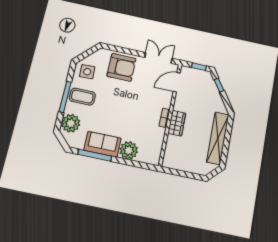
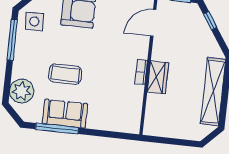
window: (65, 97) -> (12, 40), moved
coffee table: (82, 97) -> (65, 74), moved
plant: (129, 150) -> (99, 118), removed

